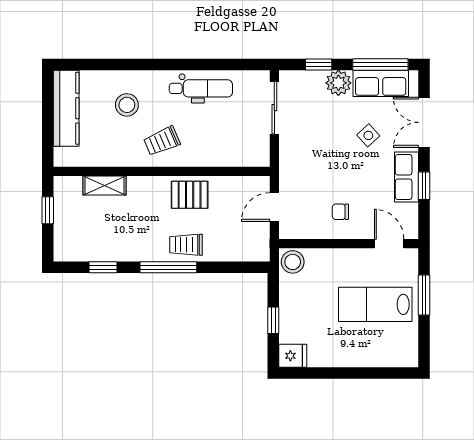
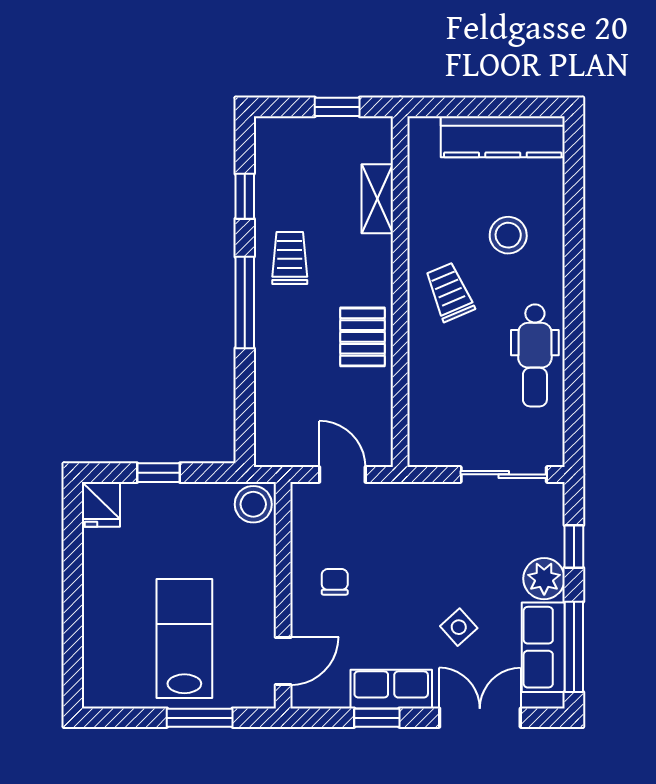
trolley: (186, 245) -> (290, 258), moved

